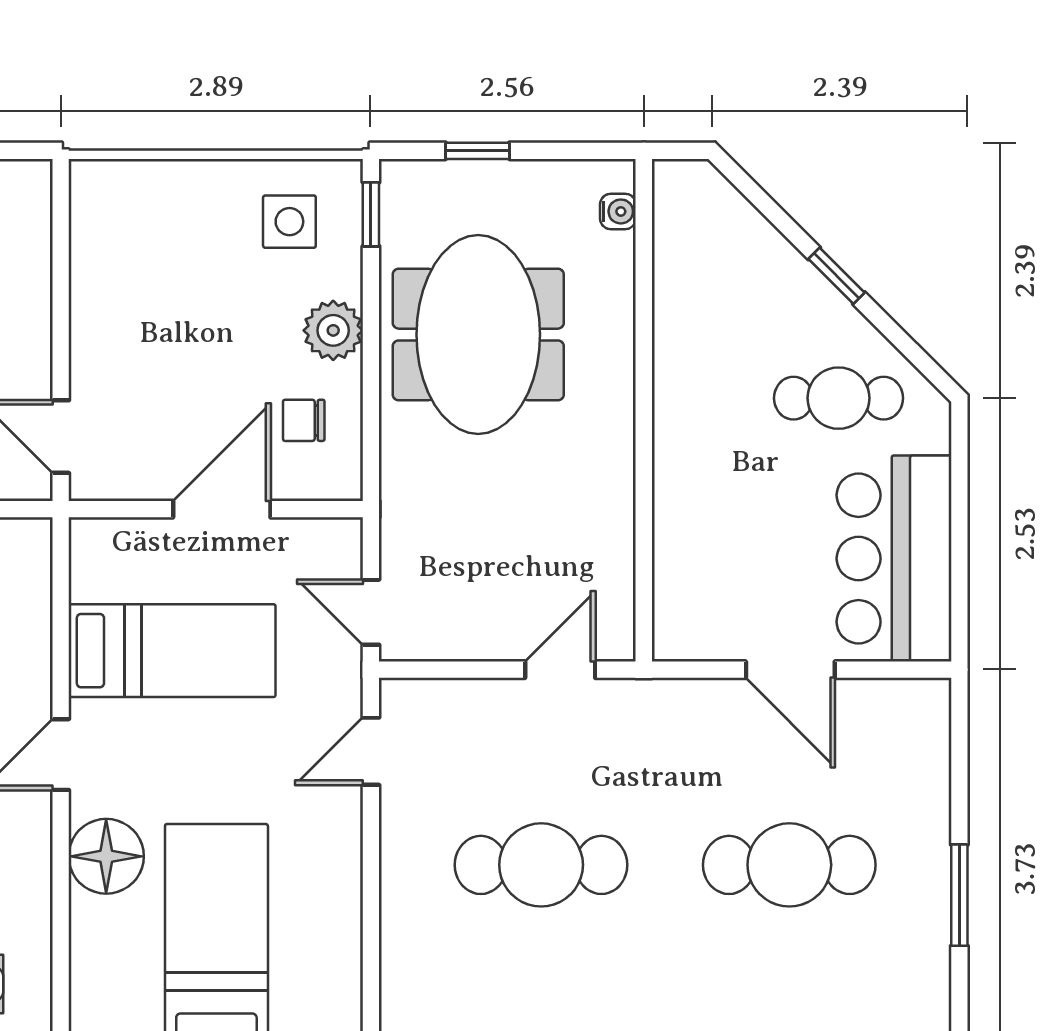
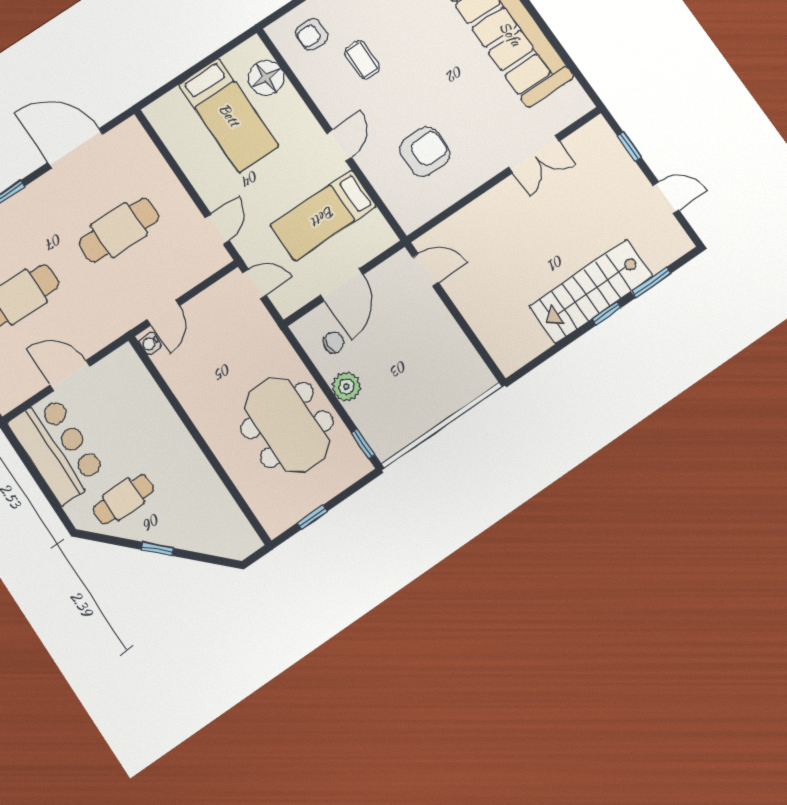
window: (477, 151) -> (312, 517), moved
water cooler: (618, 211) -> (150, 343), moved
side table: (289, 222) -> (394, 418), removed
floor lamp: (106, 856) -> (266, 78), moved

